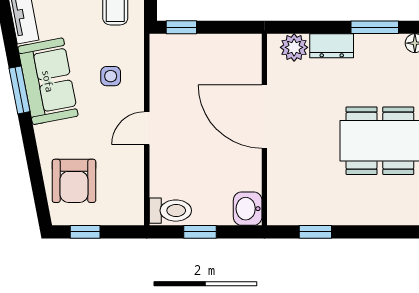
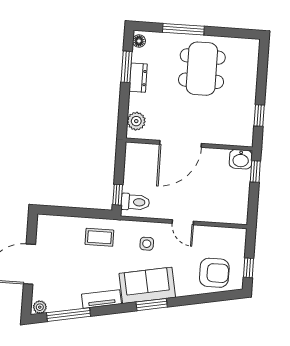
dresser: (332, 46) -> (138, 78), moved
toilet: (170, 211) -> (135, 202), moved, turned 90
window: (200, 232) -> (255, 171), moved

